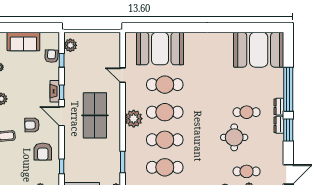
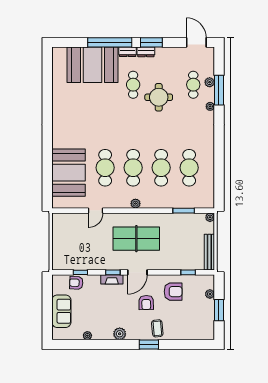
plant: (70, 45) -> (65, 263), removed
booth: (259, 50) -> (93, 65), moved, turned 90
plant: (134, 119) -> (135, 204), width x0.53, depth x0.53

